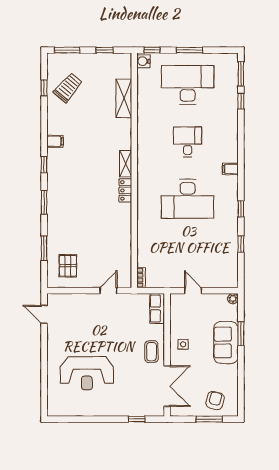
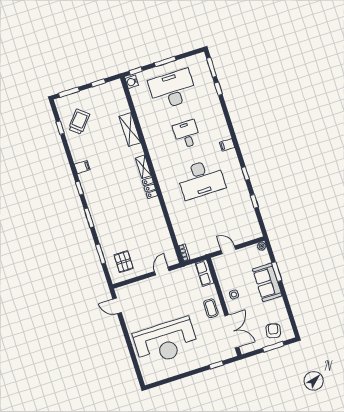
shelving: (124, 98) -> (130, 129), moved
reception desk: (87, 373) -> (166, 342), width x1.36, depth x1.30

